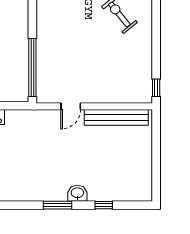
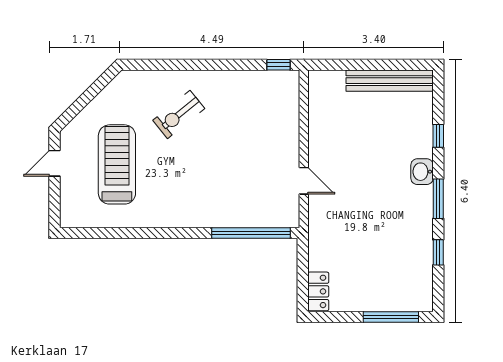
bench: (116, 117) -> (390, 81), moved, turned 90
window: (18, 205) -> (438, 252), added

